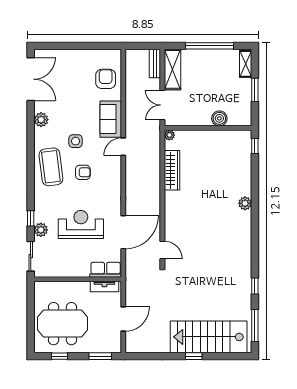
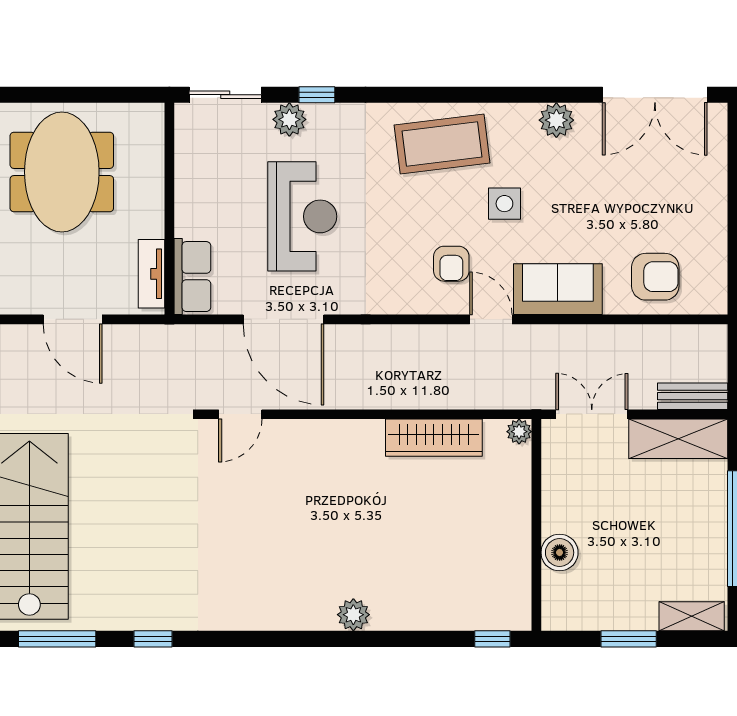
armchair: (83, 172) -> (451, 264), moved

